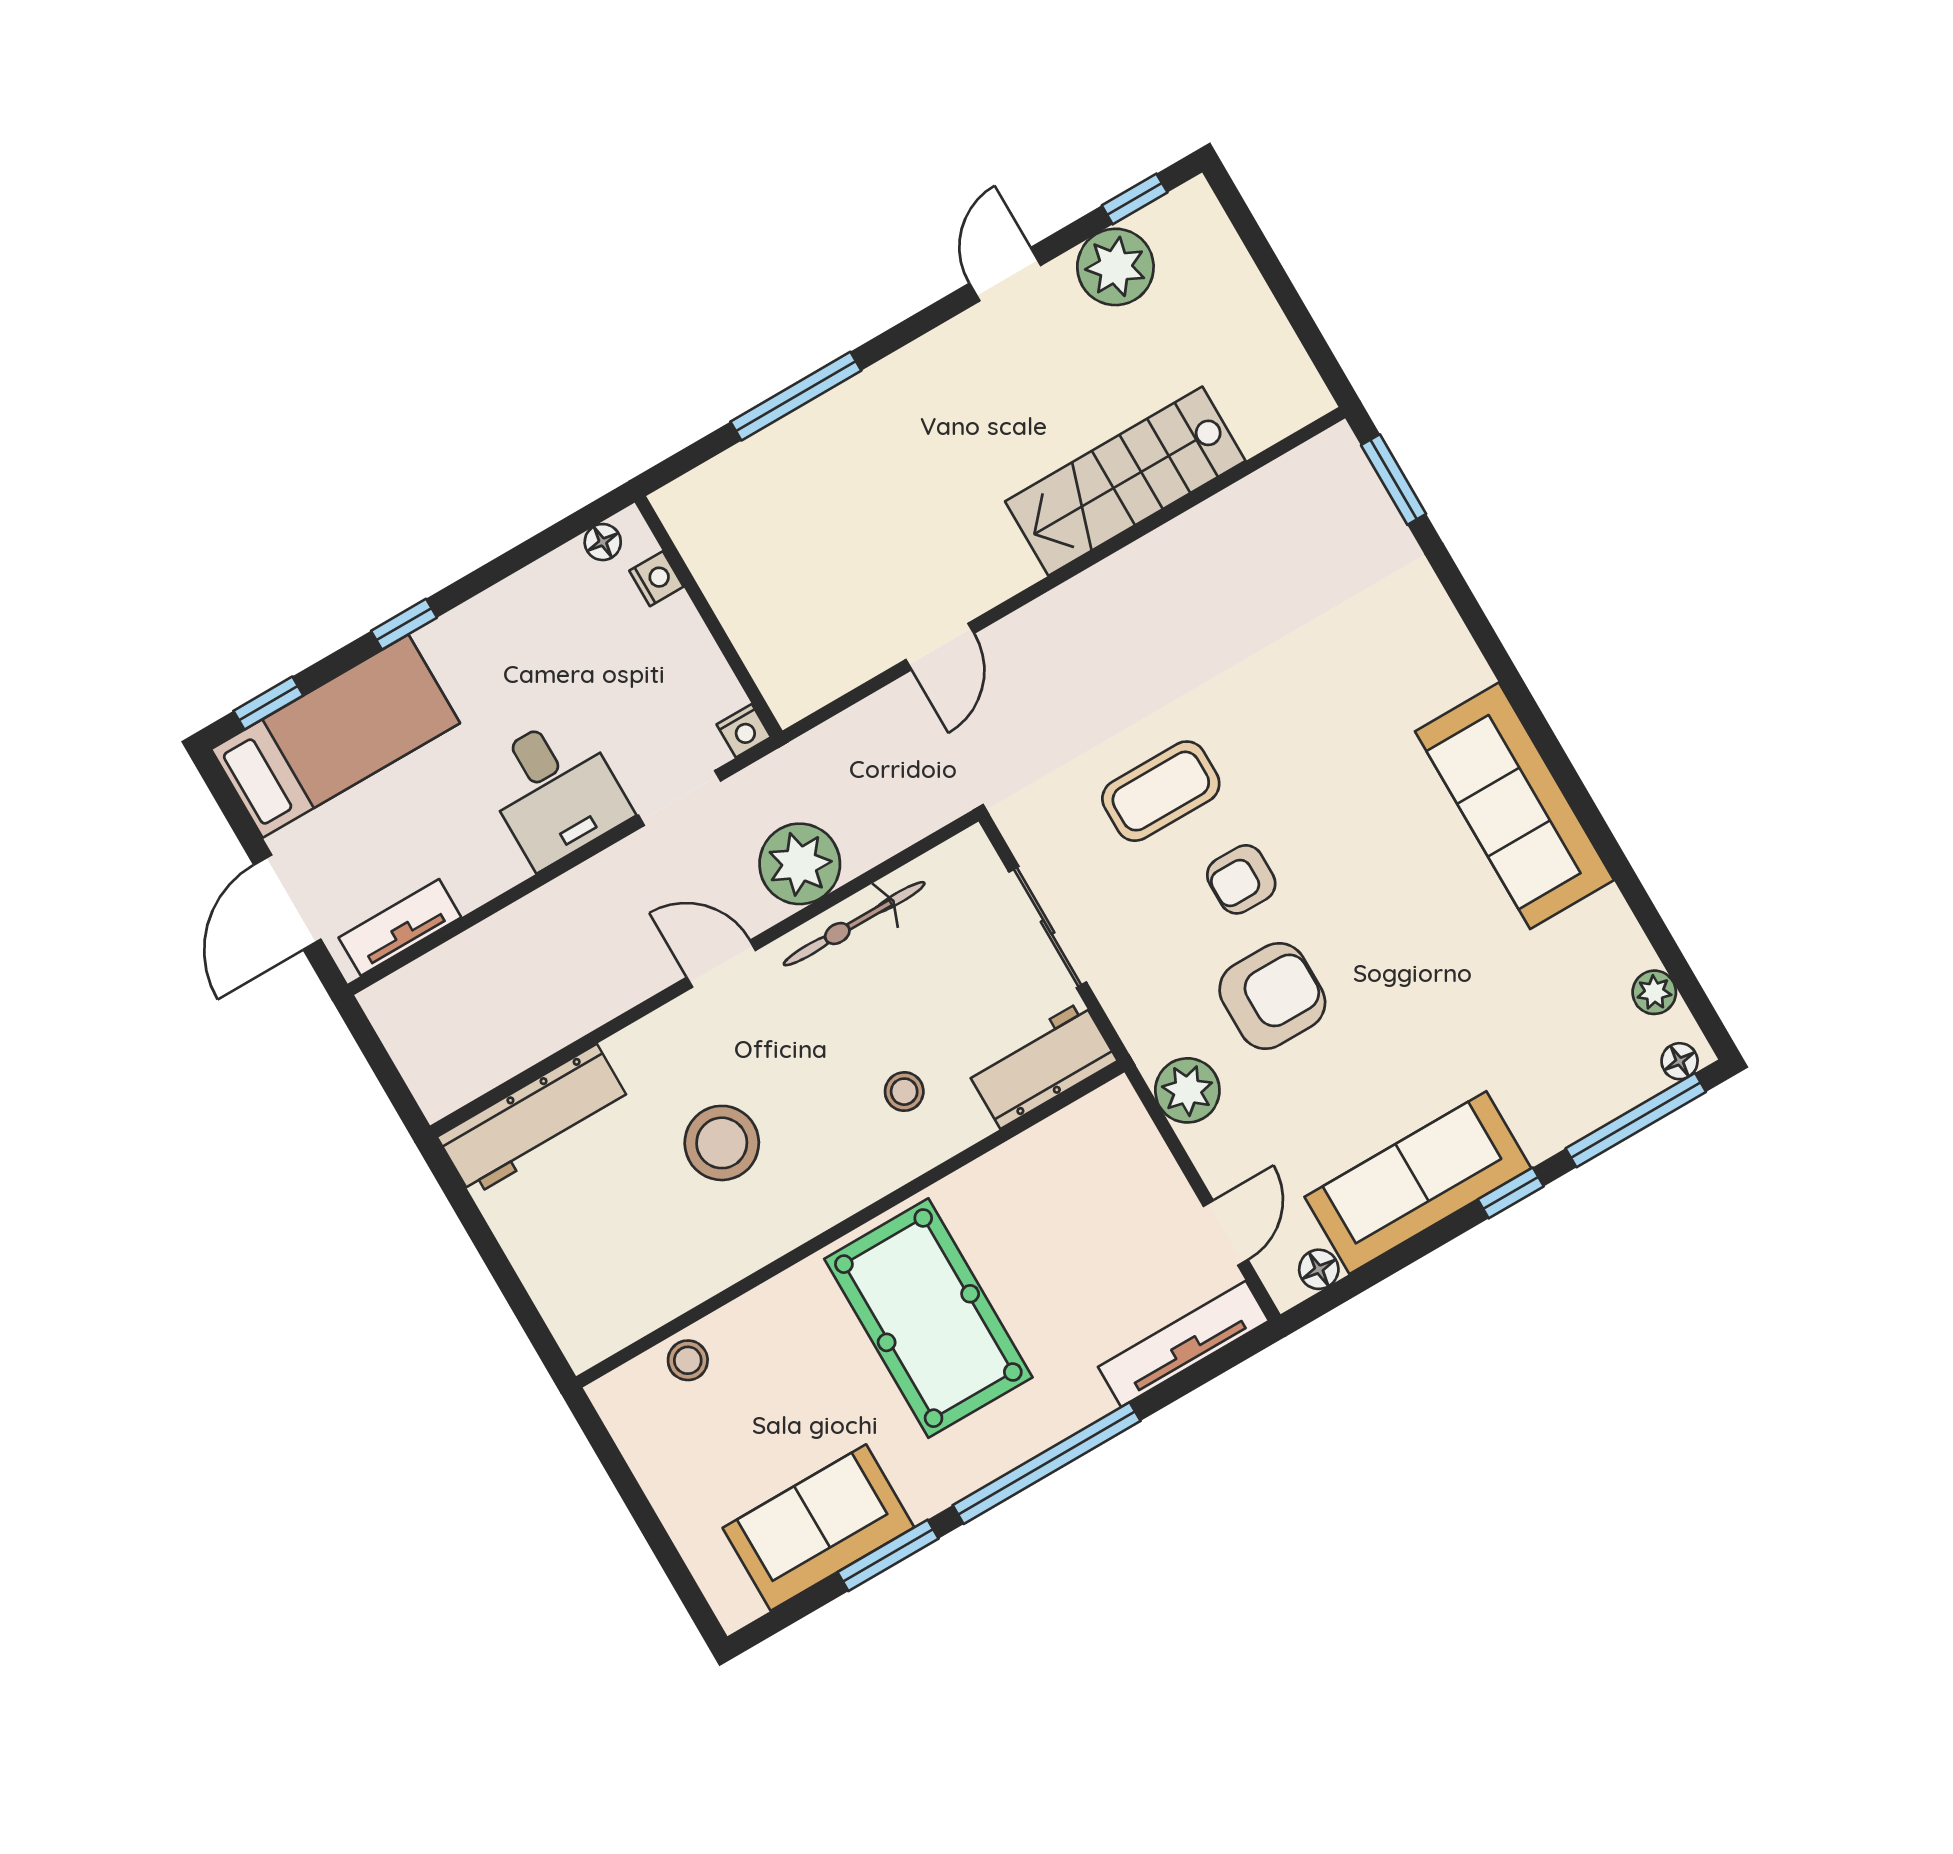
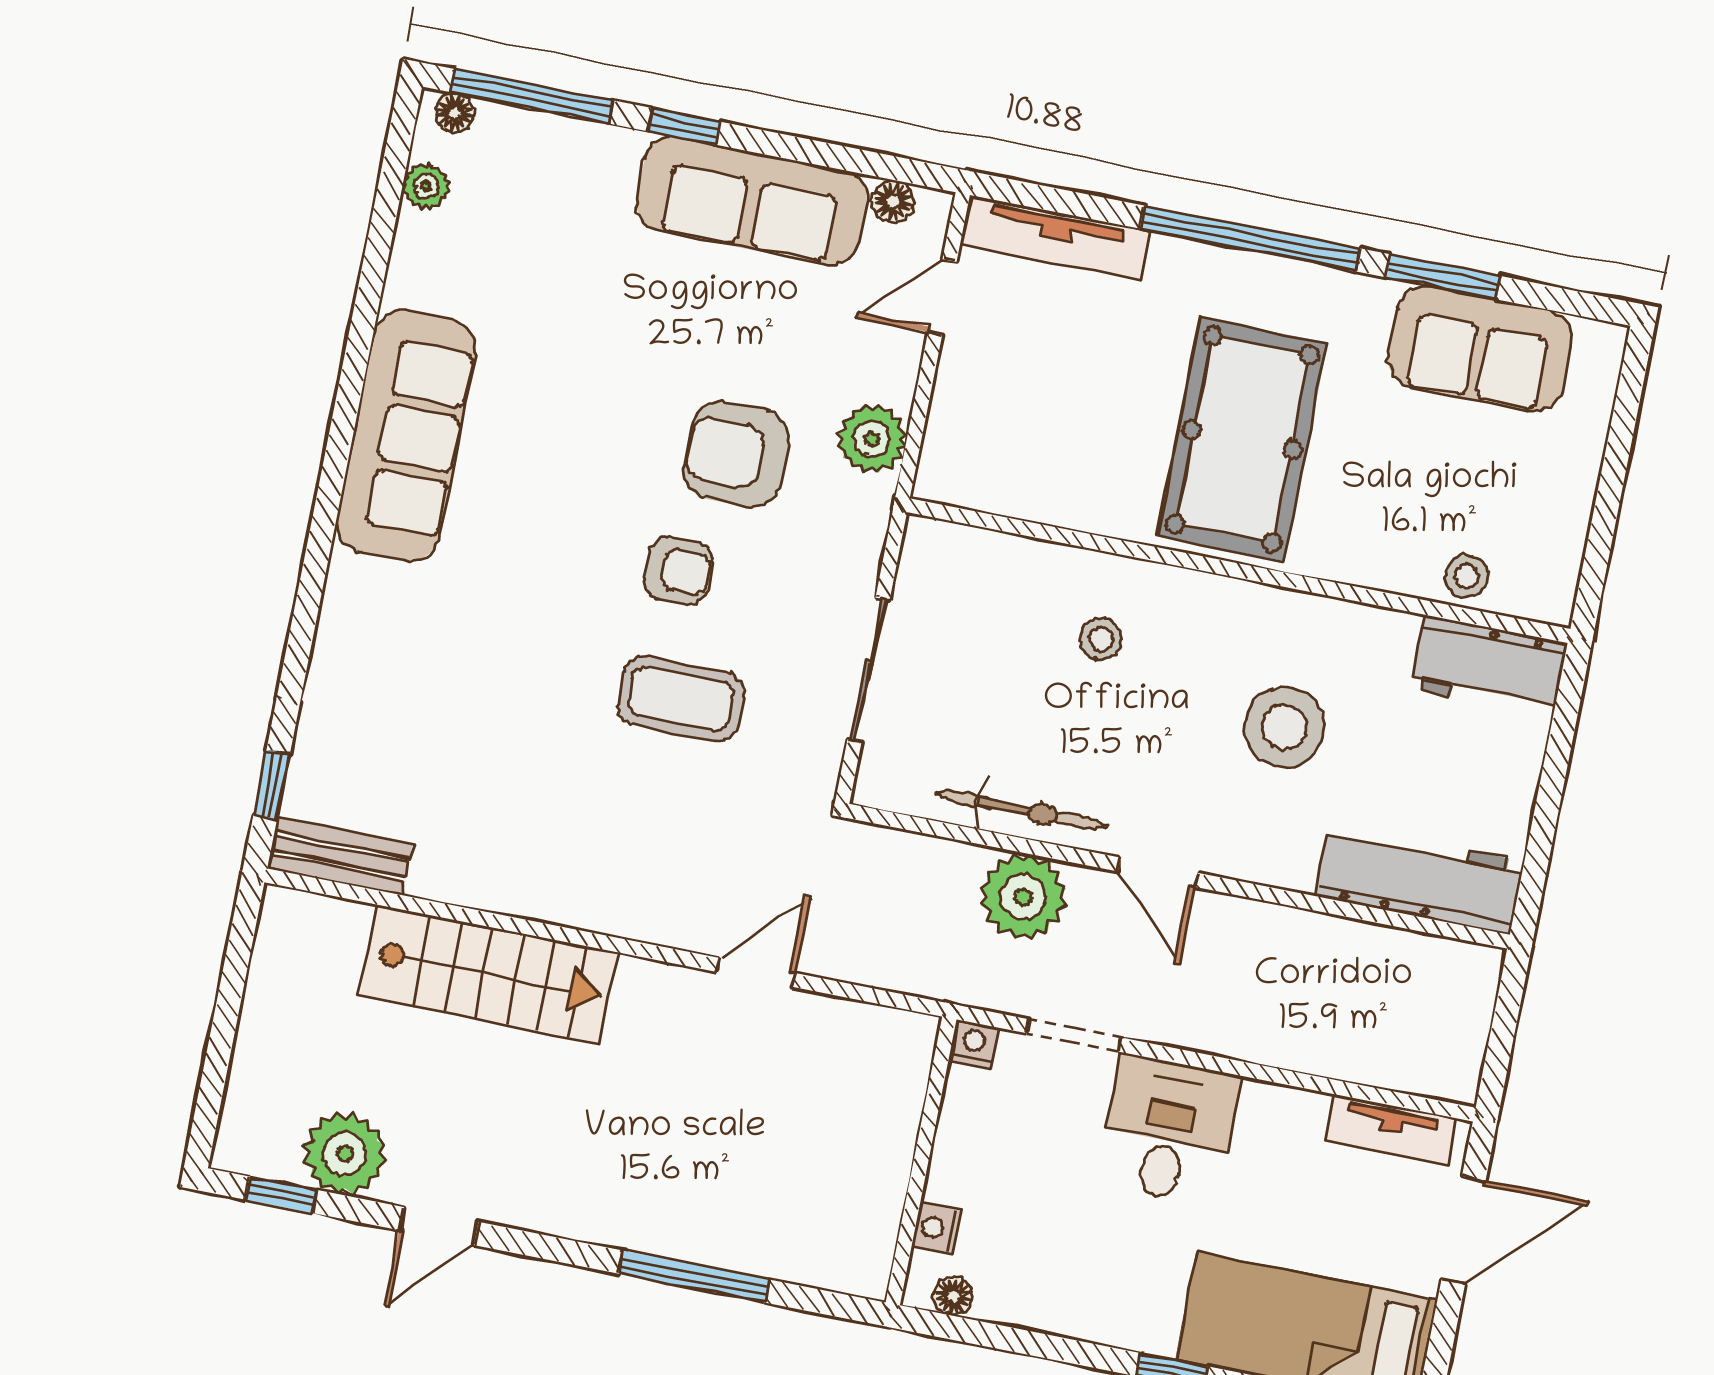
bench: (1302, 472) -> (340, 856), added
window: (1394, 480) -> (272, 785), width x0.67
workbench: (1041, 1065) -> (1489, 666), moved

